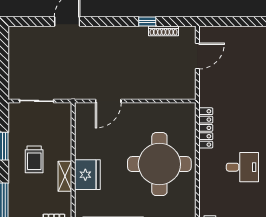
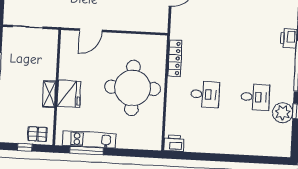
trolley: (34, 159) -> (23, 78), removed

